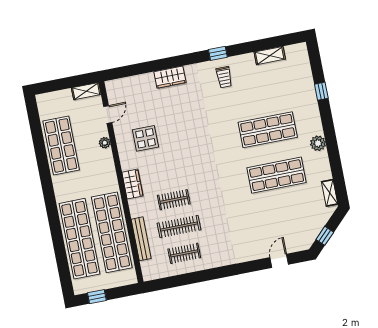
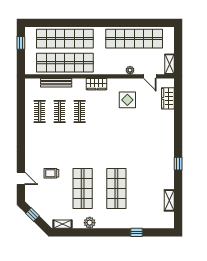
wardrobe: (170, 77) -> (168, 98), moved
trolley: (224, 77) -> (51, 173), moved
plant: (318, 143) -> (90, 223), moved
shop shelf: (61, 145) -> (134, 39), width x1.40
clothes rail: (179, 227) -> (60, 112), width x0.73

